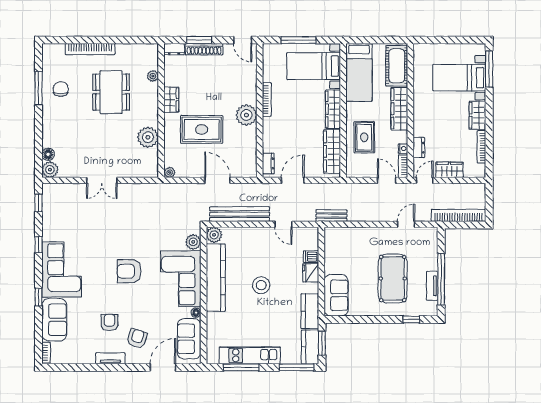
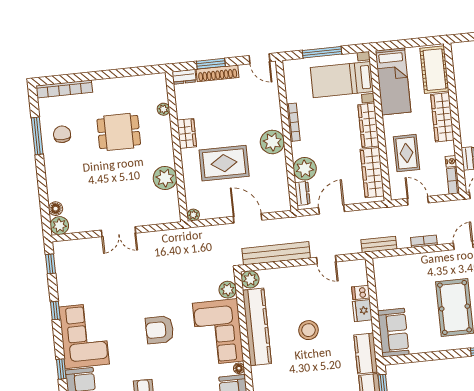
bookcase: (90, 49) -> (64, 89), moved
dining table: (111, 92) -> (119, 132), width x0.73
plant: (273, 142) -> (305, 169), added
door: (387, 180) -> (418, 201), moved
bookcase: (372, 217) -> (424, 241), added

